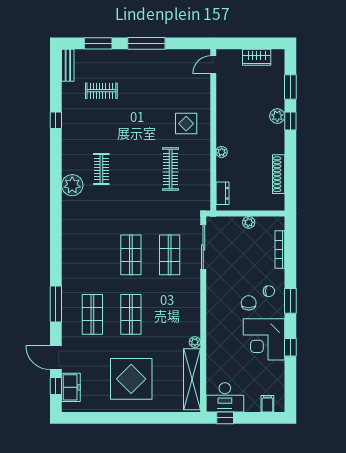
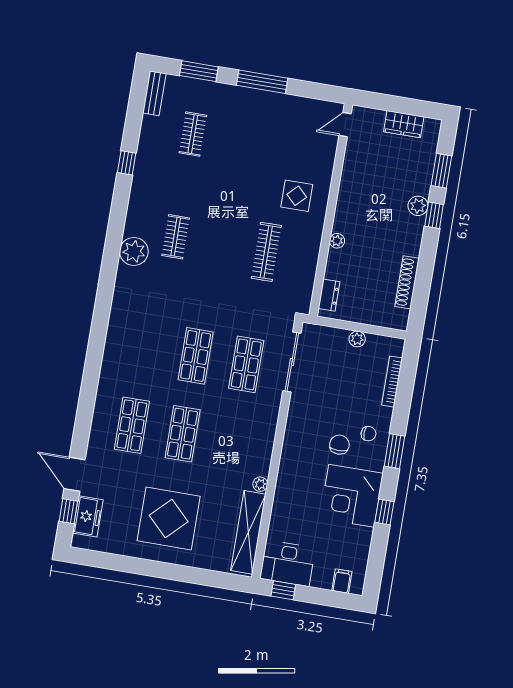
clothes rail: (101, 91) -> (193, 134), turned 90
window: (56, 304) -> (86, 404), removed

